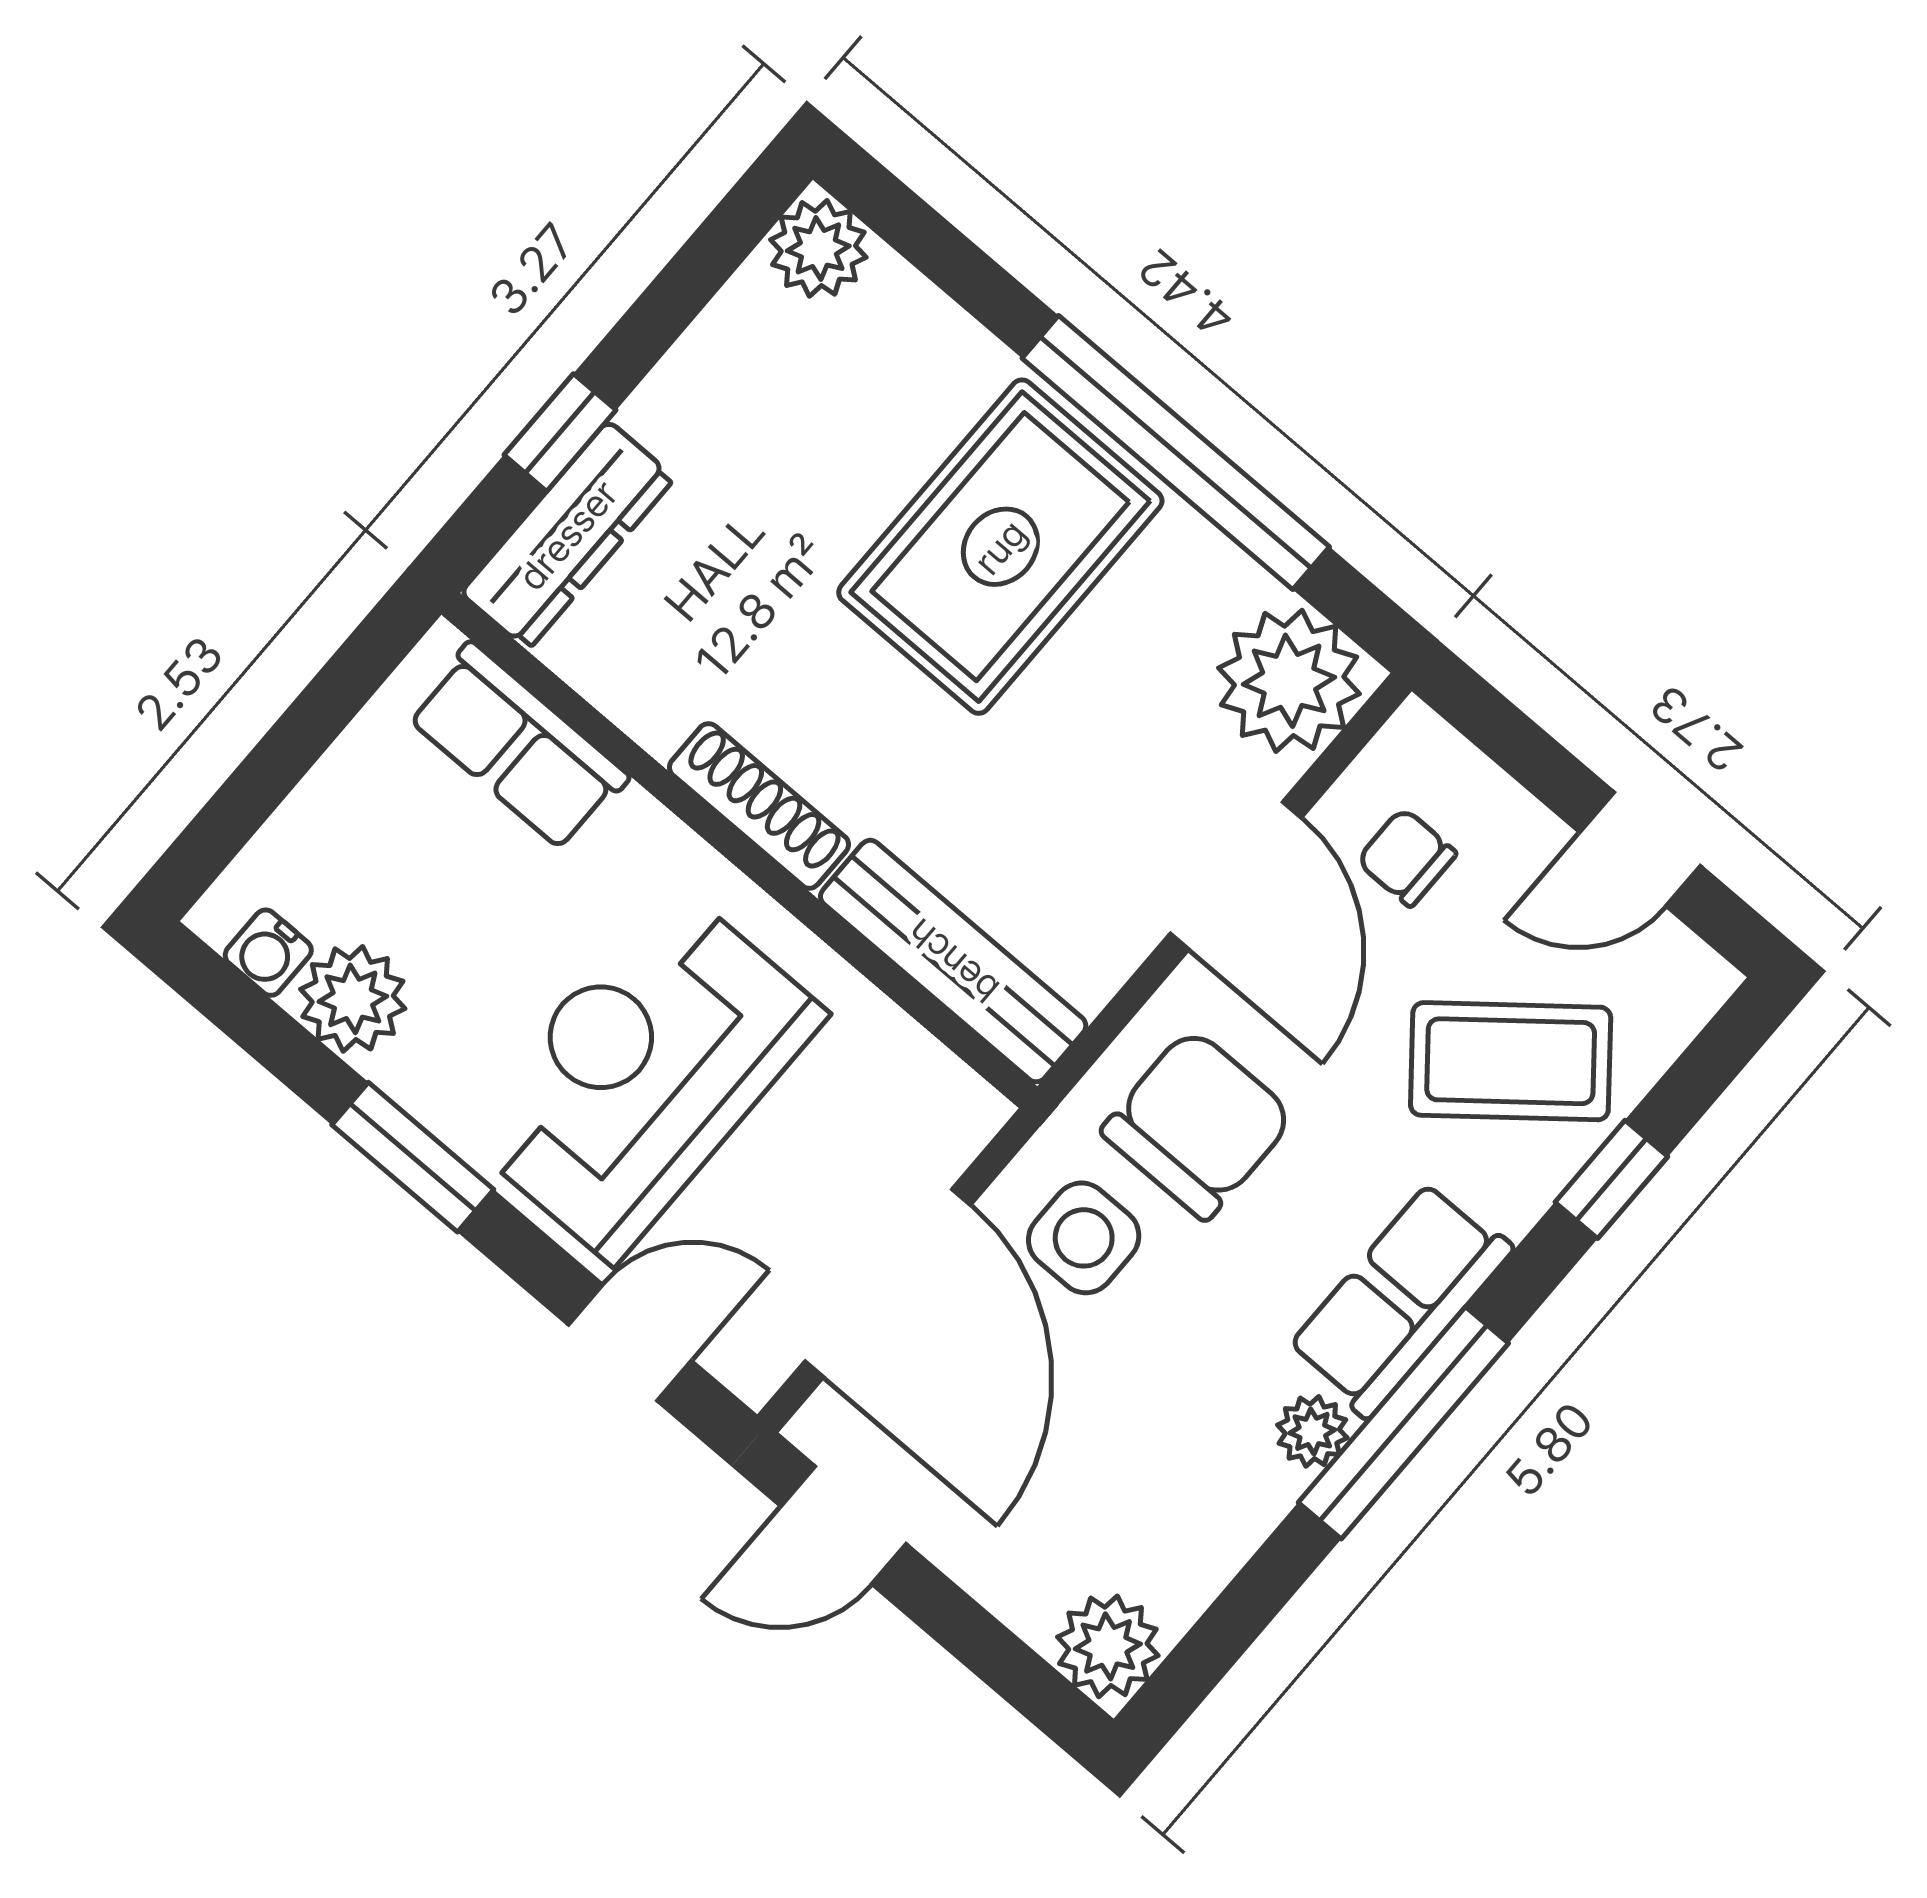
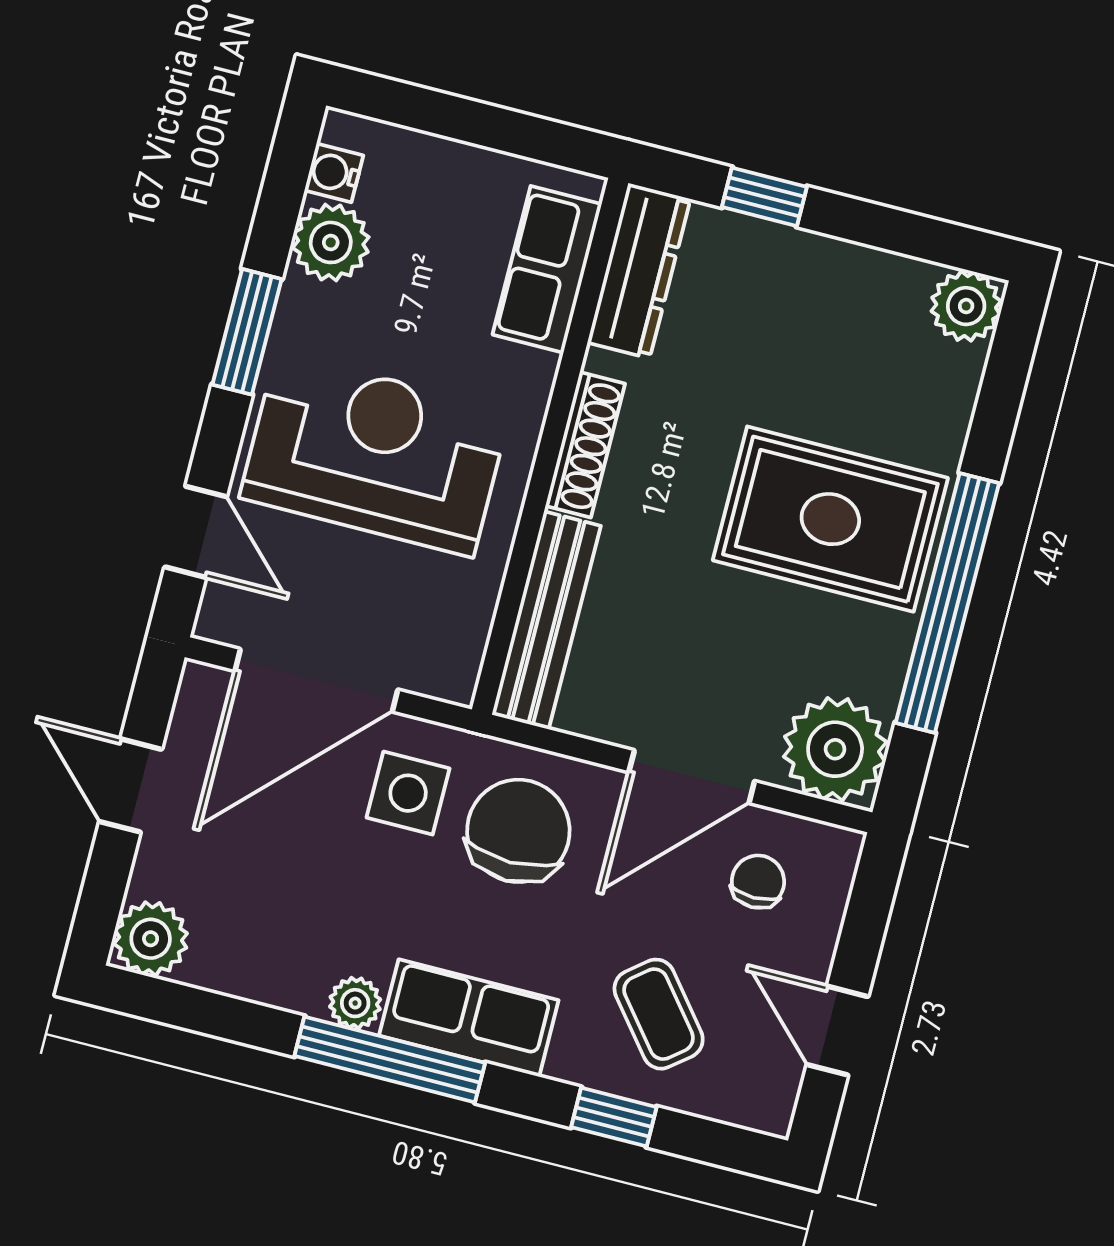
dresser: (568, 535) -> (639, 271), moved, turned -90
coffee table: (1511, 1061) -> (659, 1014), width x0.73, depth x0.77
chair: (1198, 1124) -> (518, 831), turned -90
door: (843, 1525) -> (131, 785), moved

